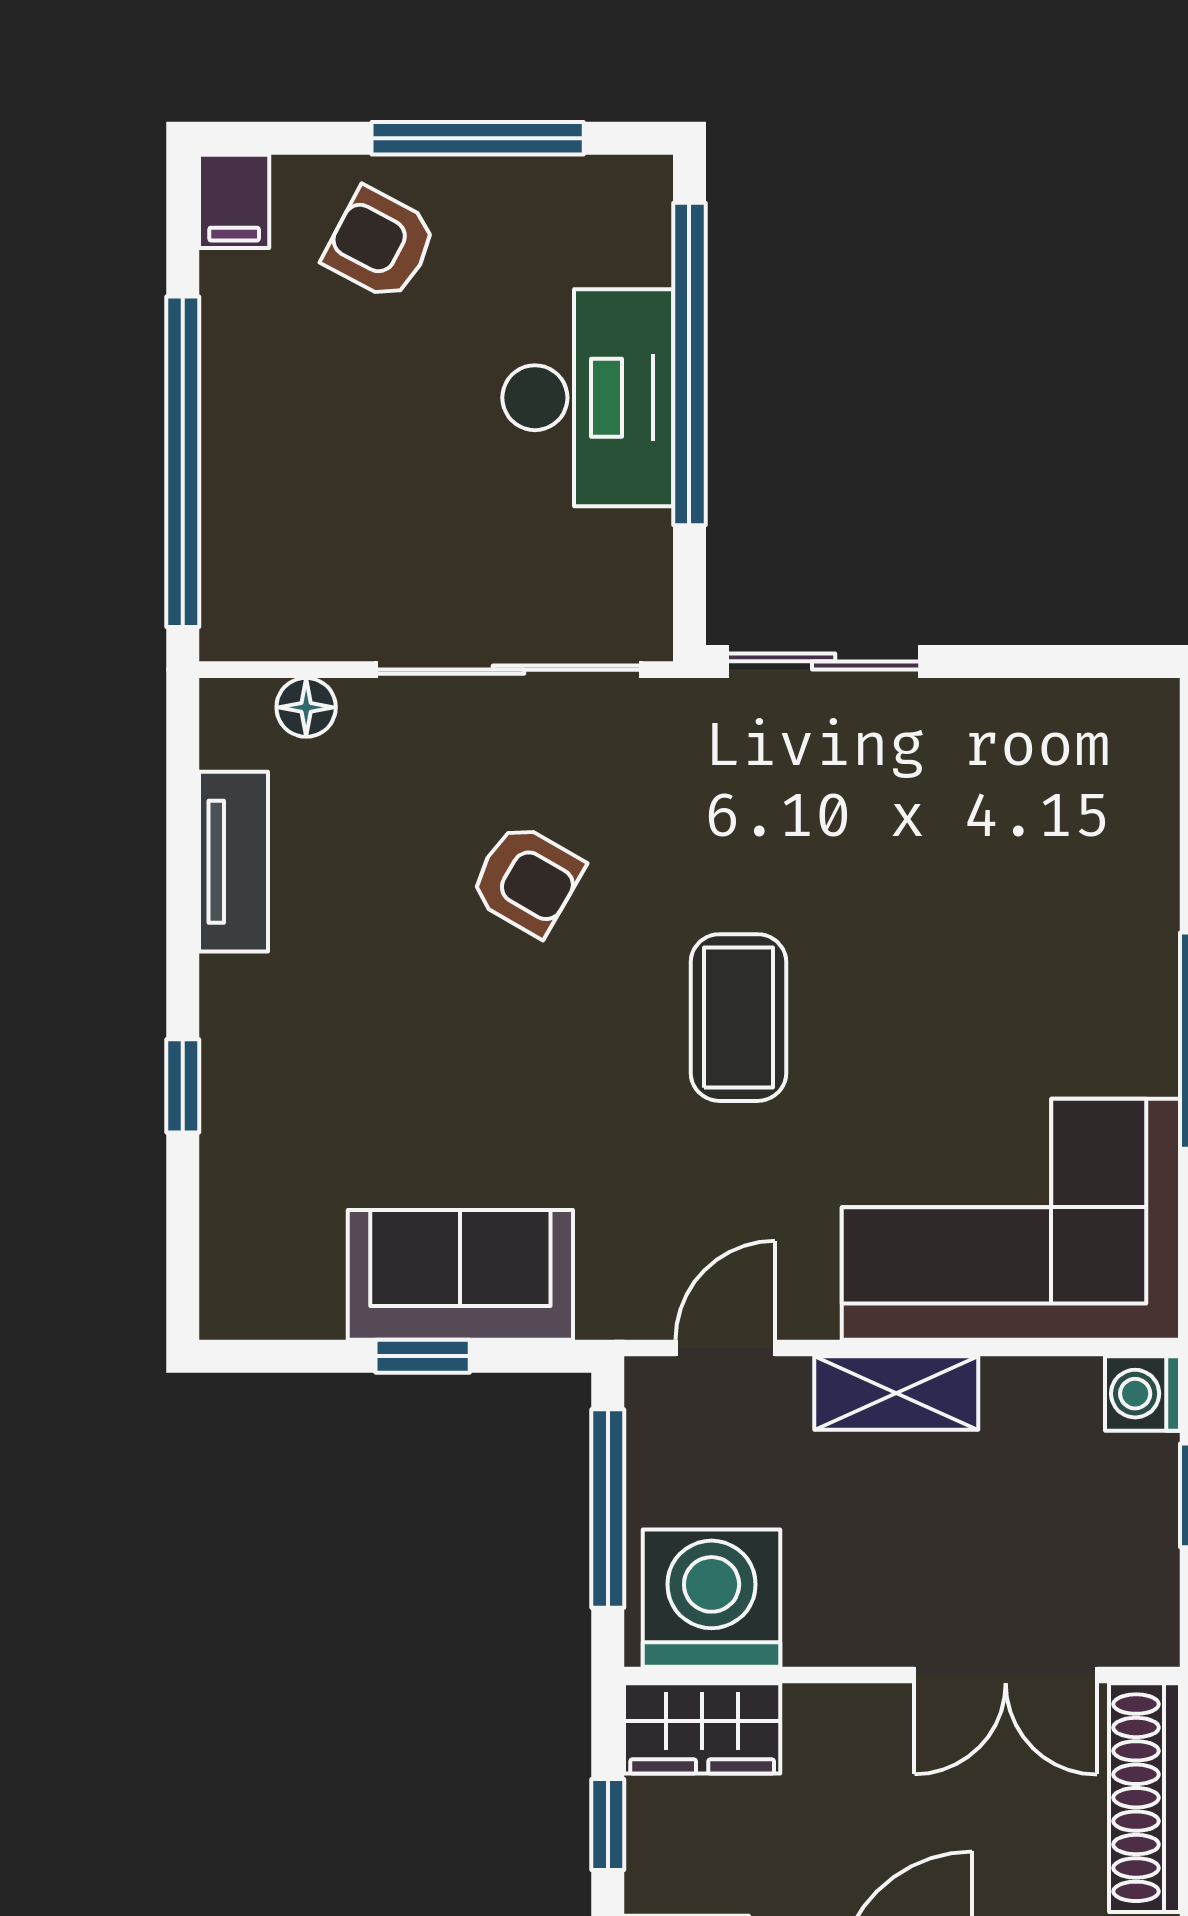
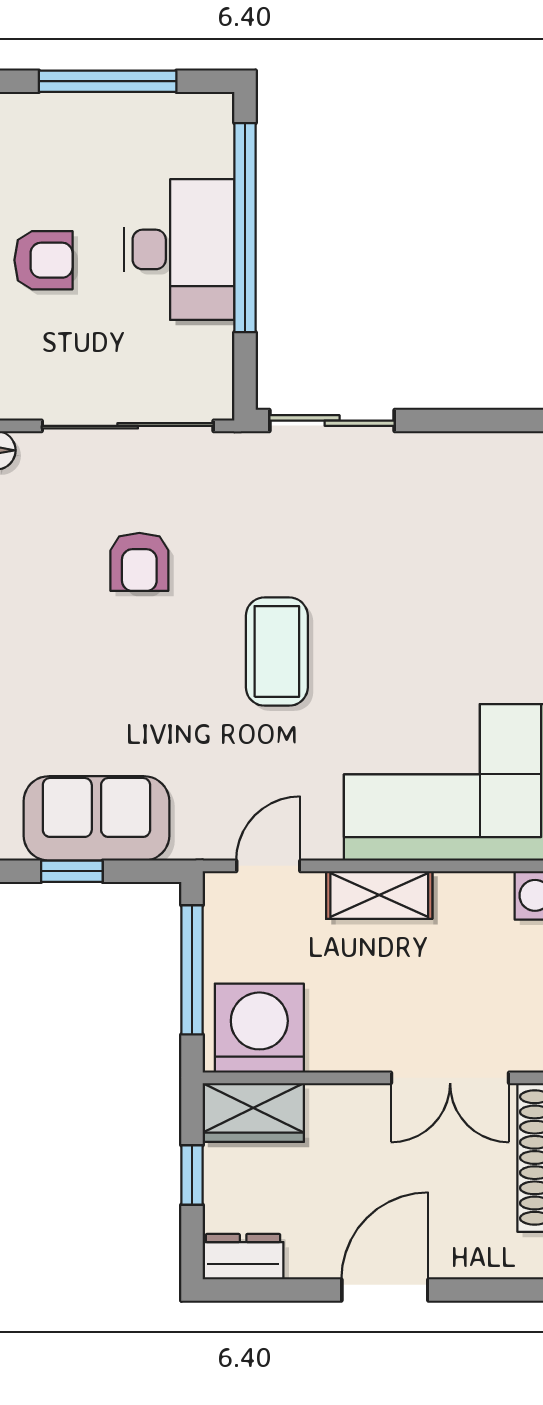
armchair: (380, 244) -> (43, 260), moved, turned 152
armchair: (527, 880) -> (139, 562), turned 60

